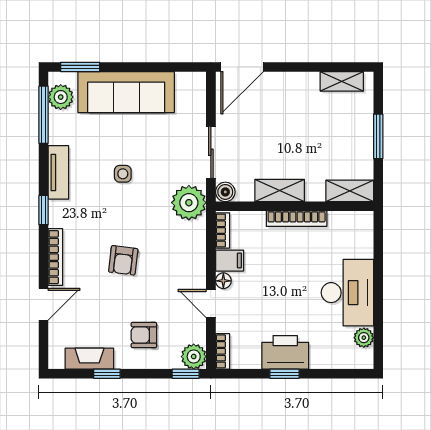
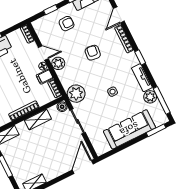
plant: (61, 97) -> (150, 97), moved
plant: (194, 357) -> (58, 63), moved
window: (186, 374) -> (51, 10), moved

